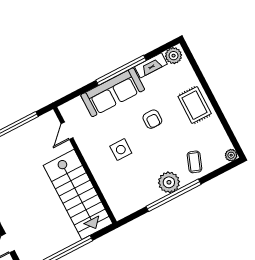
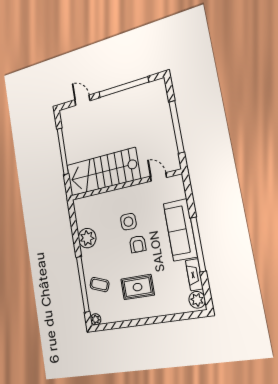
rug: (195, 105) -> (138, 287), moved
armchair: (152, 119) -> (138, 244), moved, turned -90
plant: (169, 182) -> (87, 238), moved
window: (174, 195) -> (83, 284), moved

